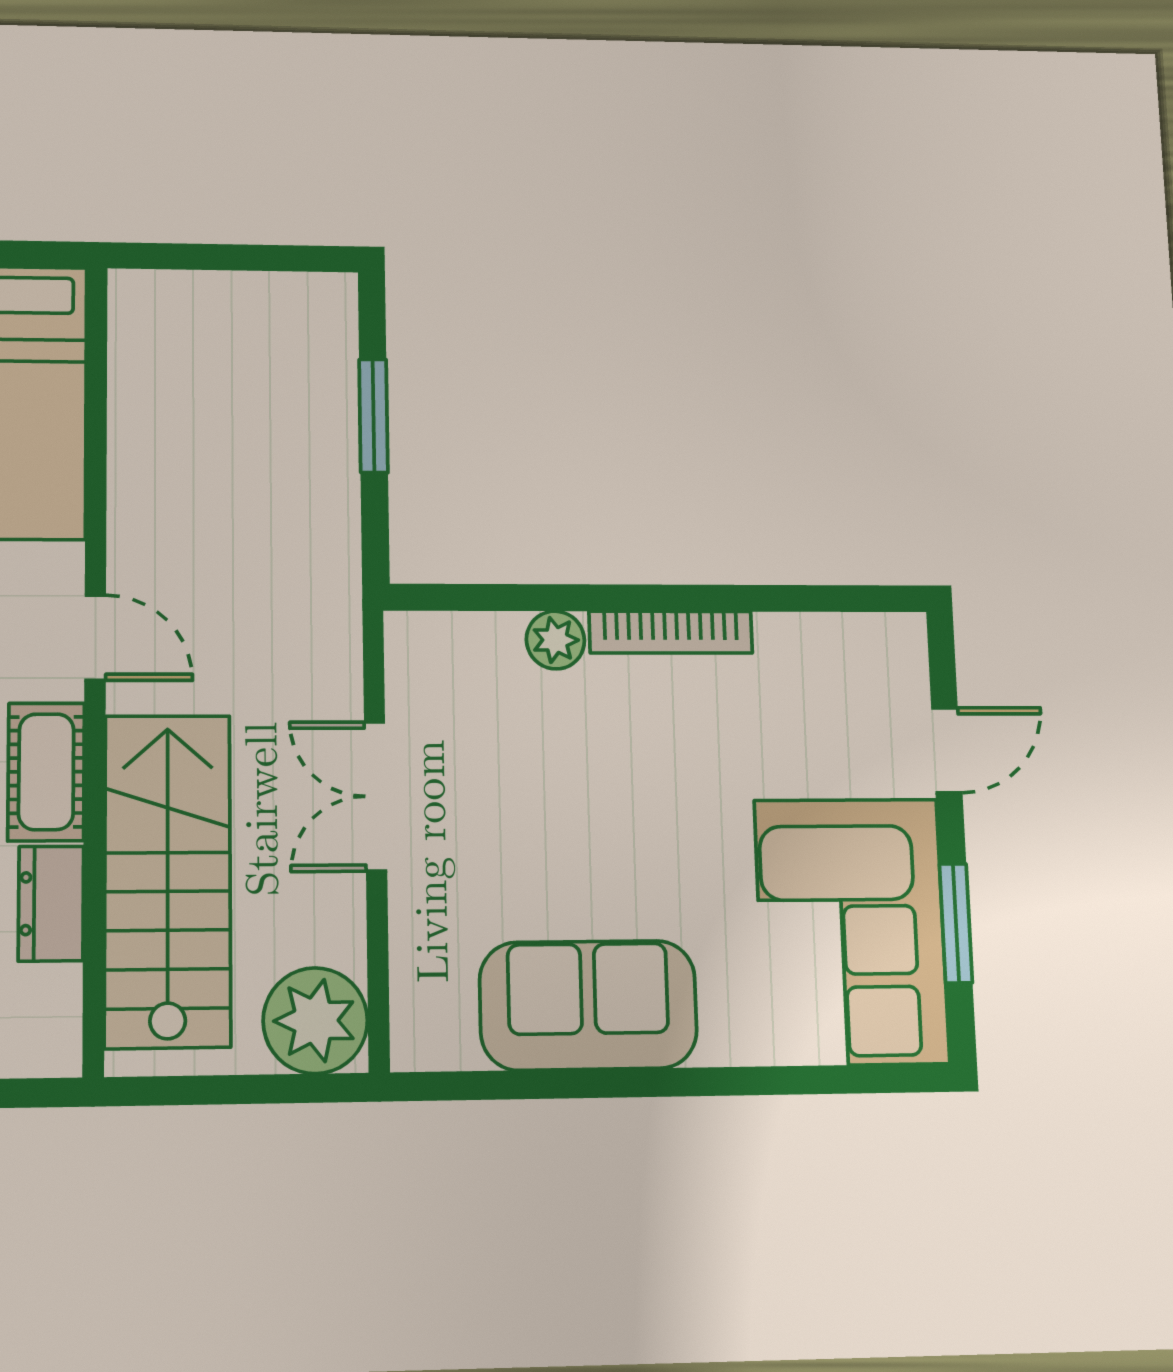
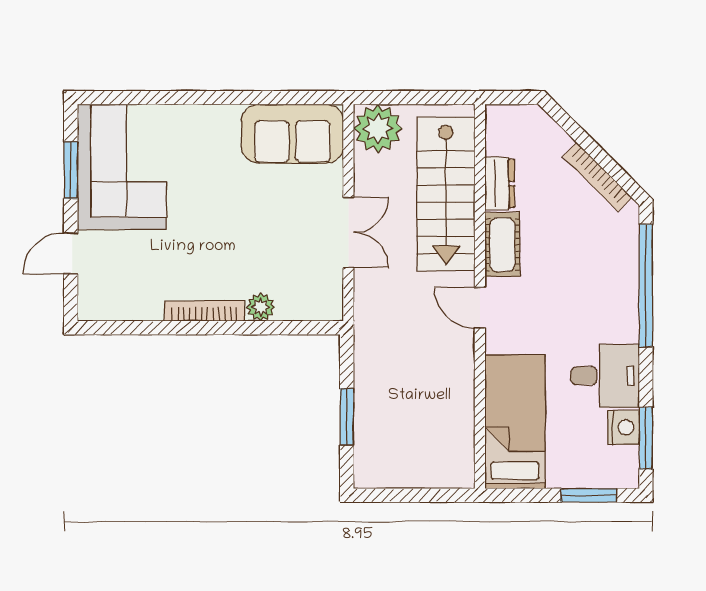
sofa: (588, 1005) -> (292, 134), moved

